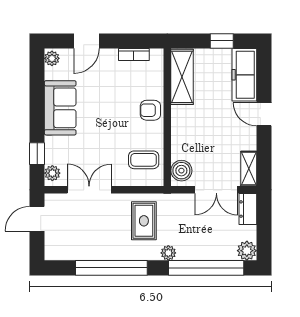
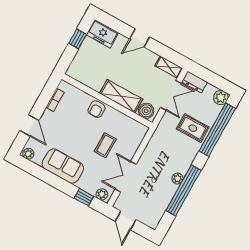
freezer: (244, 75) -> (102, 34), width x0.71
shelving: (182, 77) -> (121, 96), moved
coffee table: (144, 160) -> (105, 145), moved
rug: (144, 221) -> (193, 128), moved
plant: (168, 253) -> (178, 178), moved

